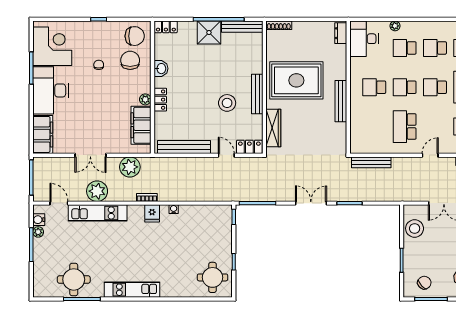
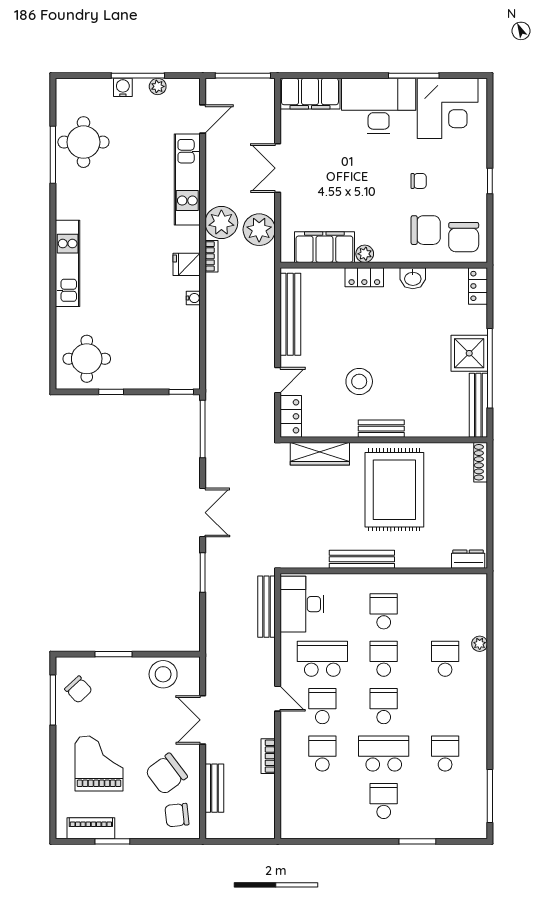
desk: (364, 39) -> (302, 604), moved, turned -90
school desk: (435, 48) -> (322, 706), moved
bench: (257, 94) -> (381, 429), width x0.73
plant: (97, 191) -> (221, 223), moved
water cooler: (39, 220) -> (123, 87), moved
kitchen unit: (132, 290) -> (68, 263), moved

